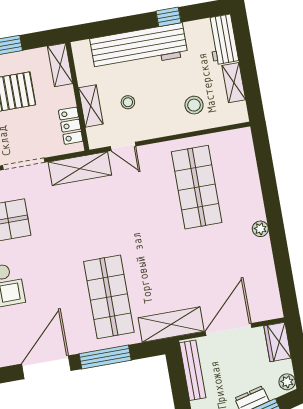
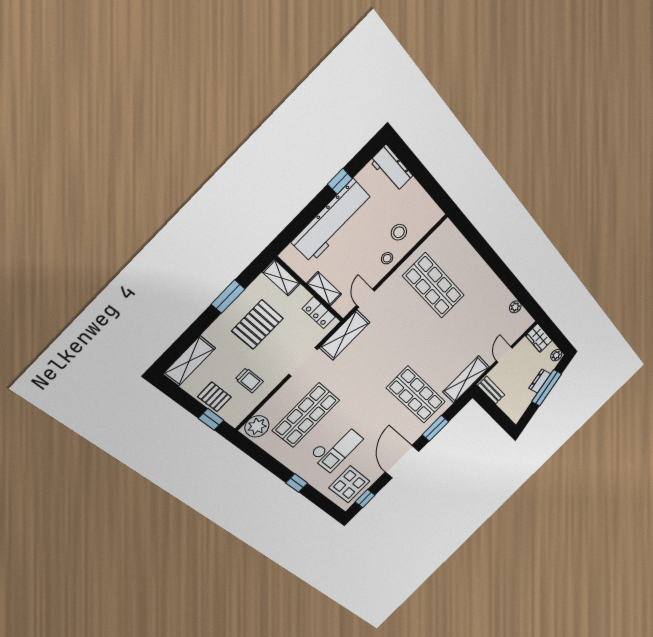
shelving: (234, 83) -> (419, 195), removed
stool: (128, 102) -> (387, 258), moved
door: (123, 146) -> (366, 298), swing flipped
plant: (260, 229) -> (515, 307), moved
door: (229, 330) -> (504, 354), width x0.53
window: (105, 357) -> (435, 428), width x0.69
bench: (193, 370) -> (491, 390), width x0.73

